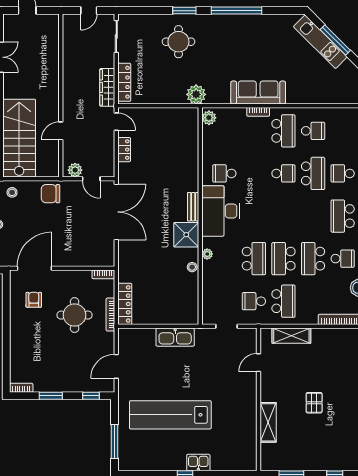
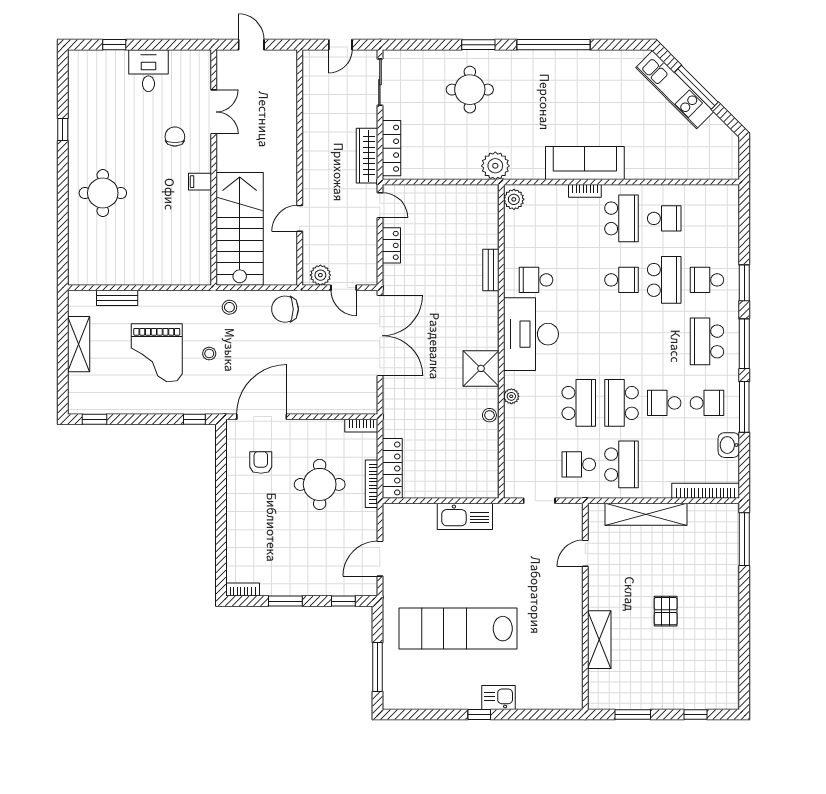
bench: (193, 207) -> (491, 270), moved
school desk: (313, 259) -> (664, 403), width x0.54
shelving: (291, 336) -> (646, 514), width x1.47

